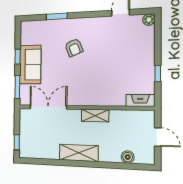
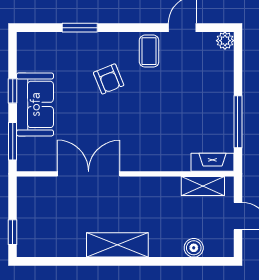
coffee table: (99, 29) -> (149, 51), added
window: (158, 73) -> (238, 122), width x2.17
double door: (48, 107) -> (89, 174), moved
shelving: (95, 116) -> (203, 186), moved

